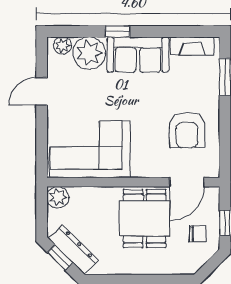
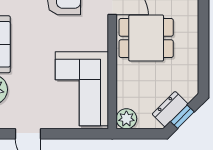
dresser: (74, 250) -> (170, 109), width x0.70

